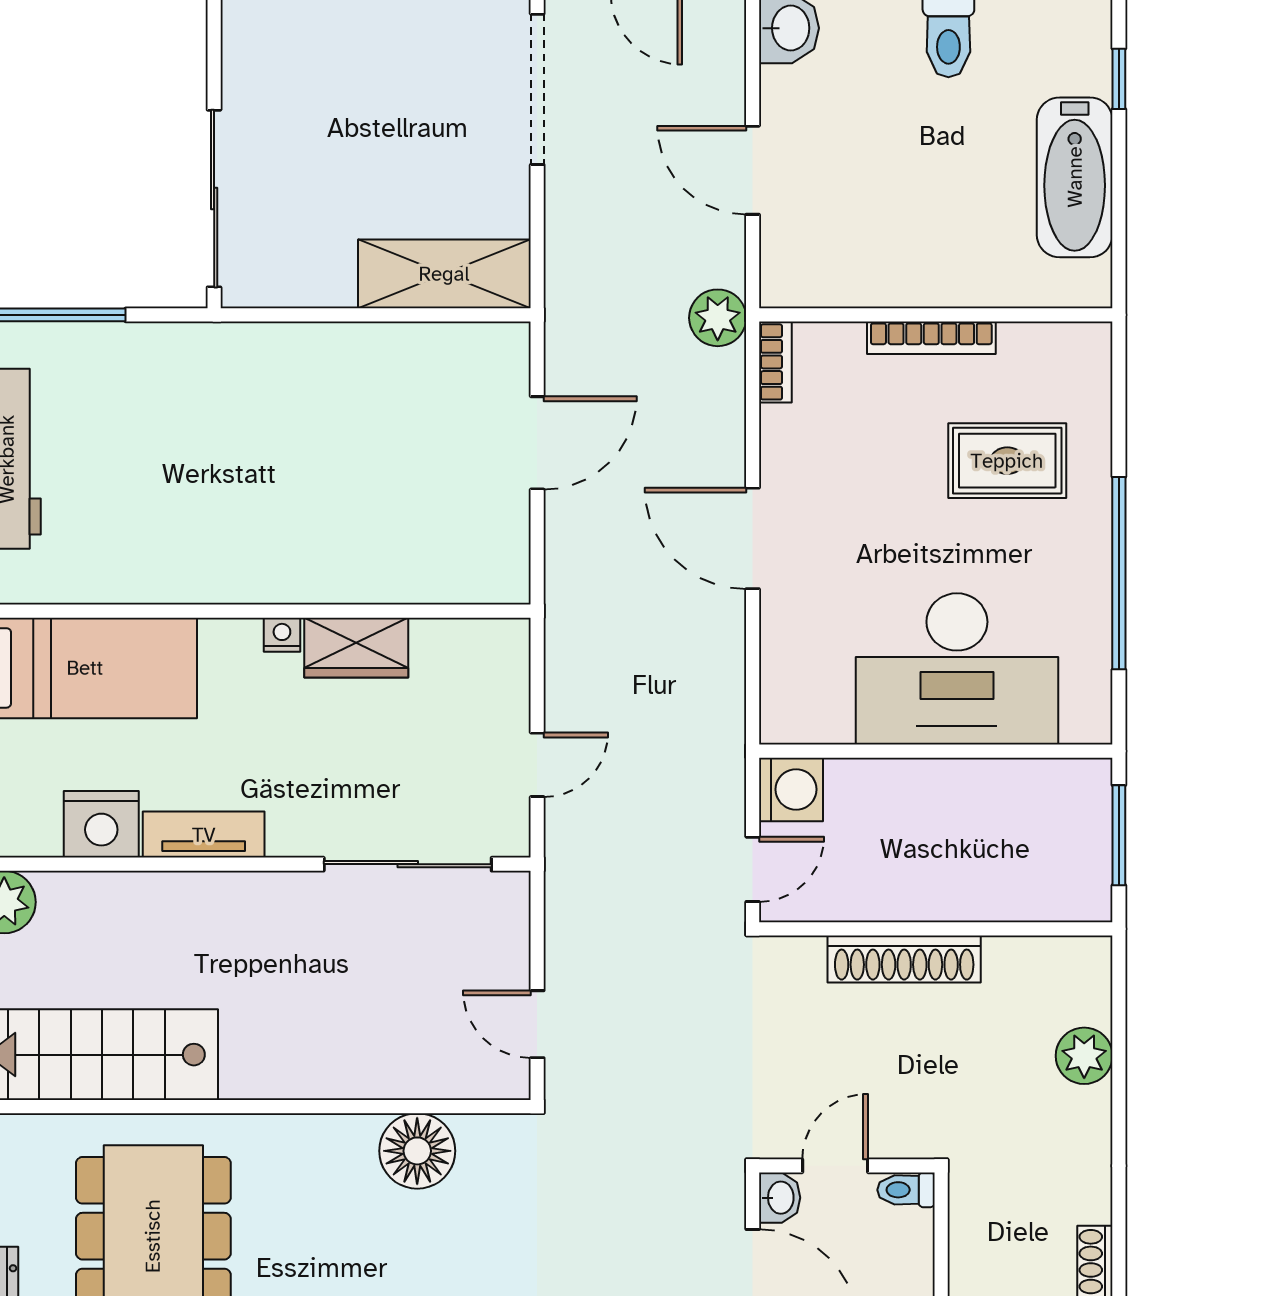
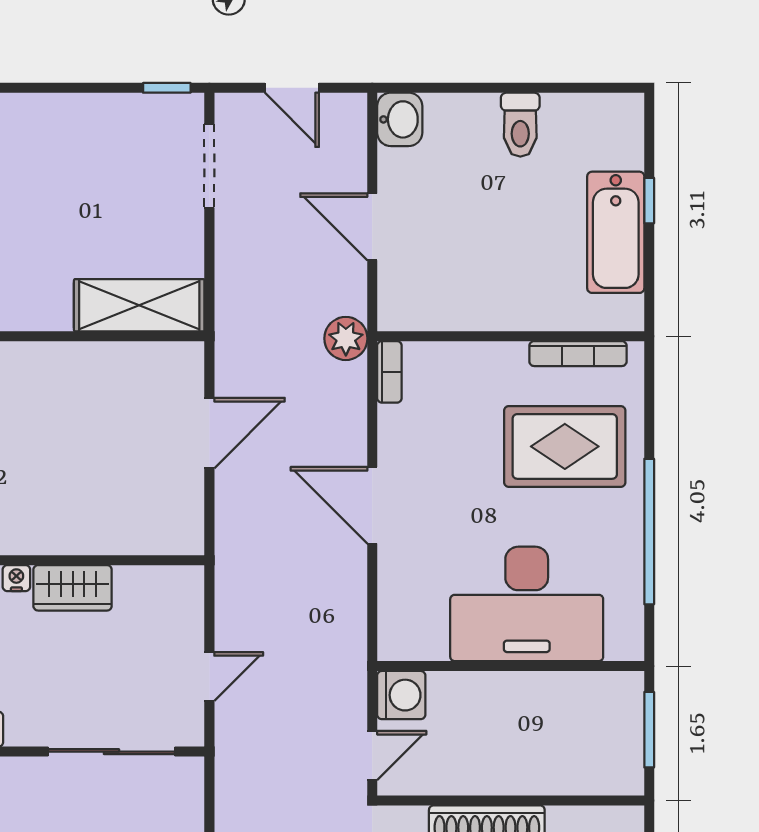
window: (1119, 79) -> (649, 201), moved
doorway: (537, 89) -> (209, 166), width x0.73
bookcase: (931, 338) -> (578, 354), moved
rug: (1007, 461) -> (565, 446), width x1.36, depth x1.43

